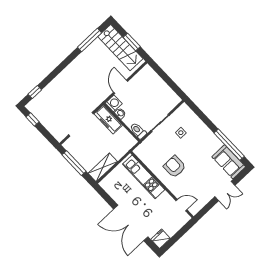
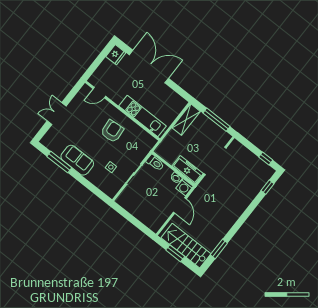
window: (90, 40) -> (219, 249), width x0.69
window: (229, 145) -> (59, 162), width x0.68
sofa: (229, 162) -> (77, 160), moved
armchair: (175, 167) -> (112, 131), turned -95

